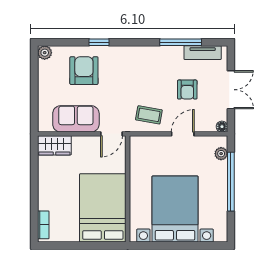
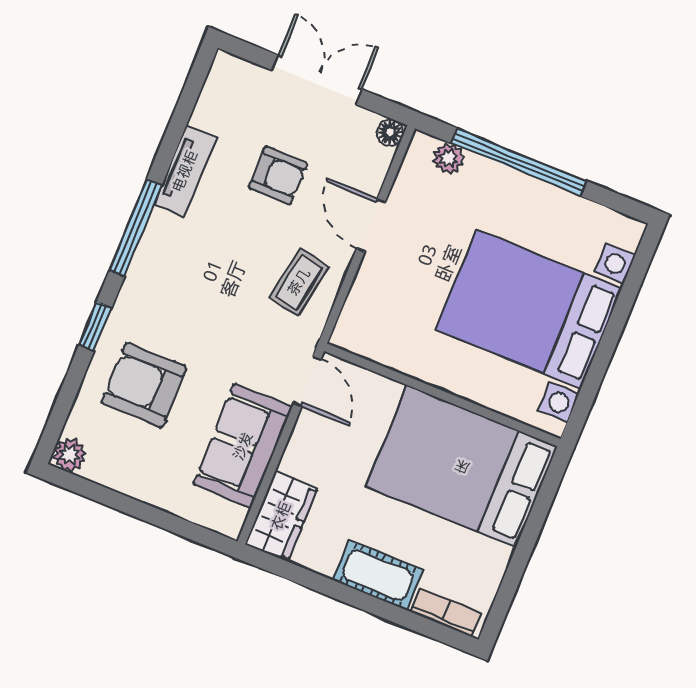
window: (181, 42) -> (136, 228), moved
tv unit: (203, 53) -> (185, 171), moved
cot: (47, 192) -> (378, 575), added

